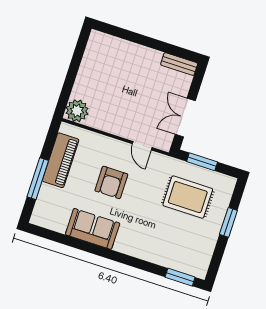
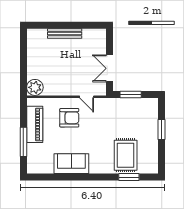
bench: (179, 64) -> (65, 34), moved, width x1.36
armchair: (111, 182) -> (69, 118), moved, turned -90
rug: (188, 197) -> (126, 155), moved, turned 90
window: (180, 277) -> (129, 177), moved

